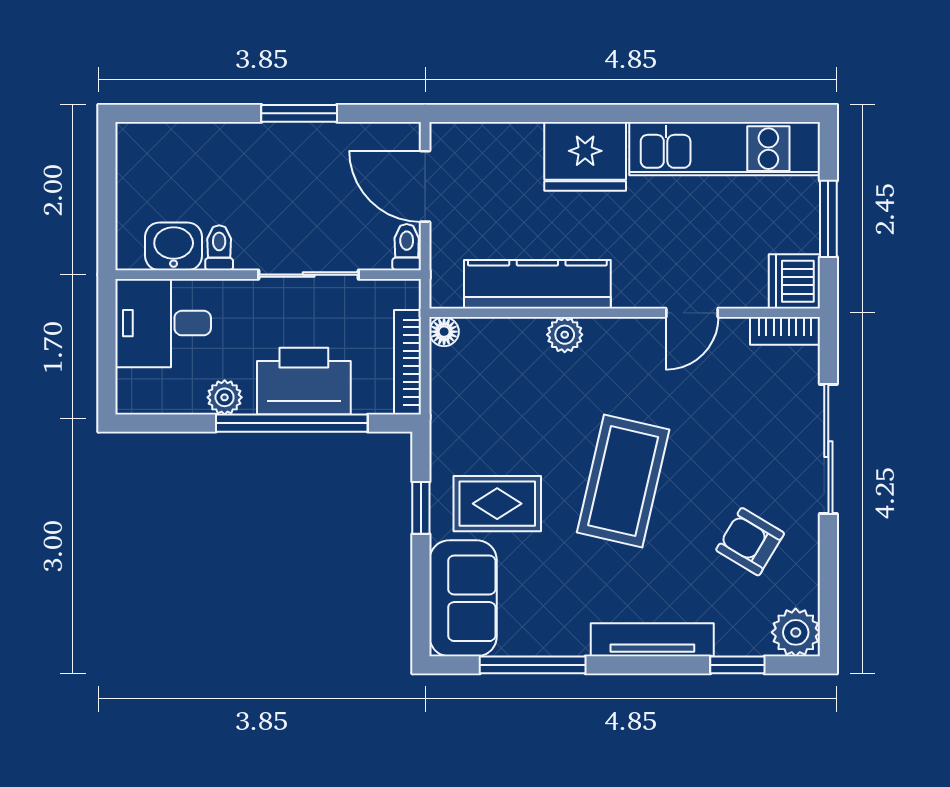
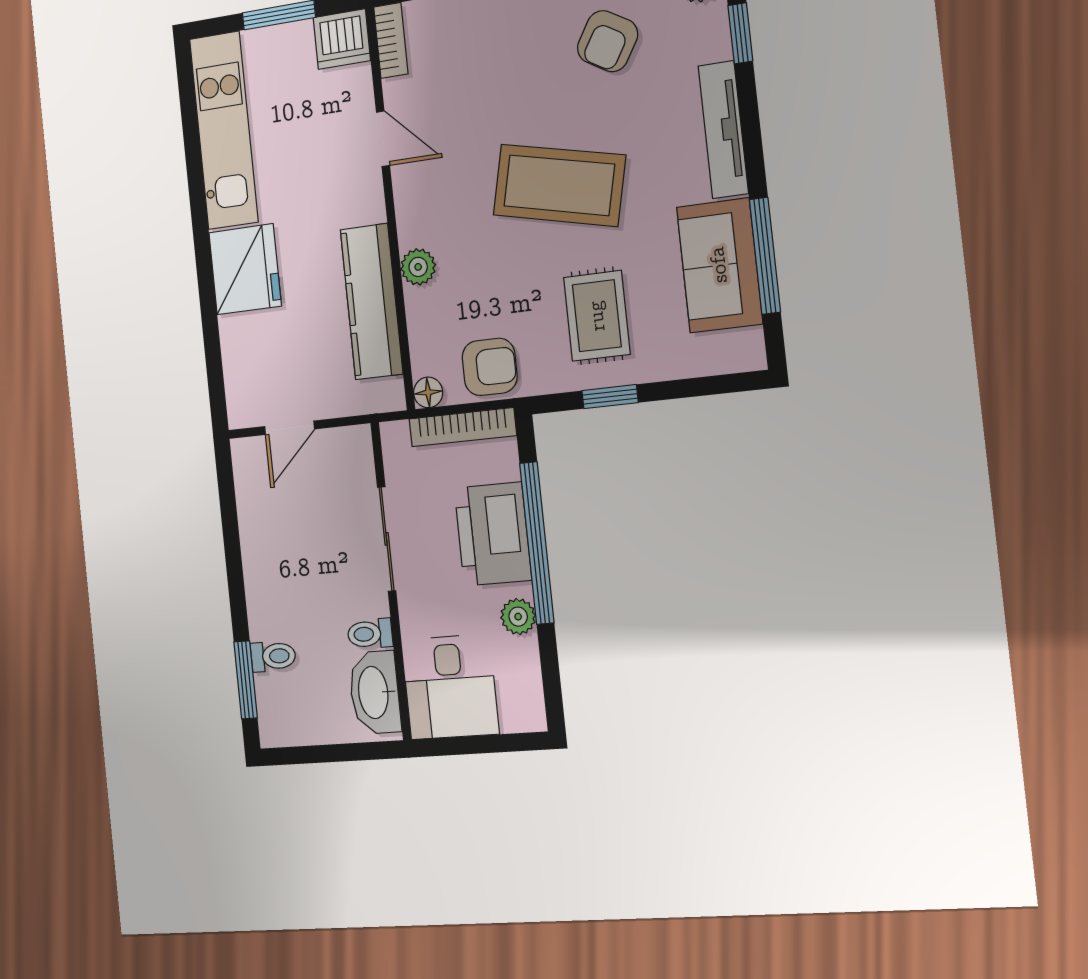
window: (299, 113) -> (246, 680), moved
door: (425, 186) -> (290, 428), width x0.73
washbasin: (174, 246) -> (375, 692), width x1.38
toilet: (407, 247) -> (273, 656), moved, turned 180
armchair: (461, 395) -> (490, 367), added
sofa: (463, 598) -> (719, 265), moved, turned -90

